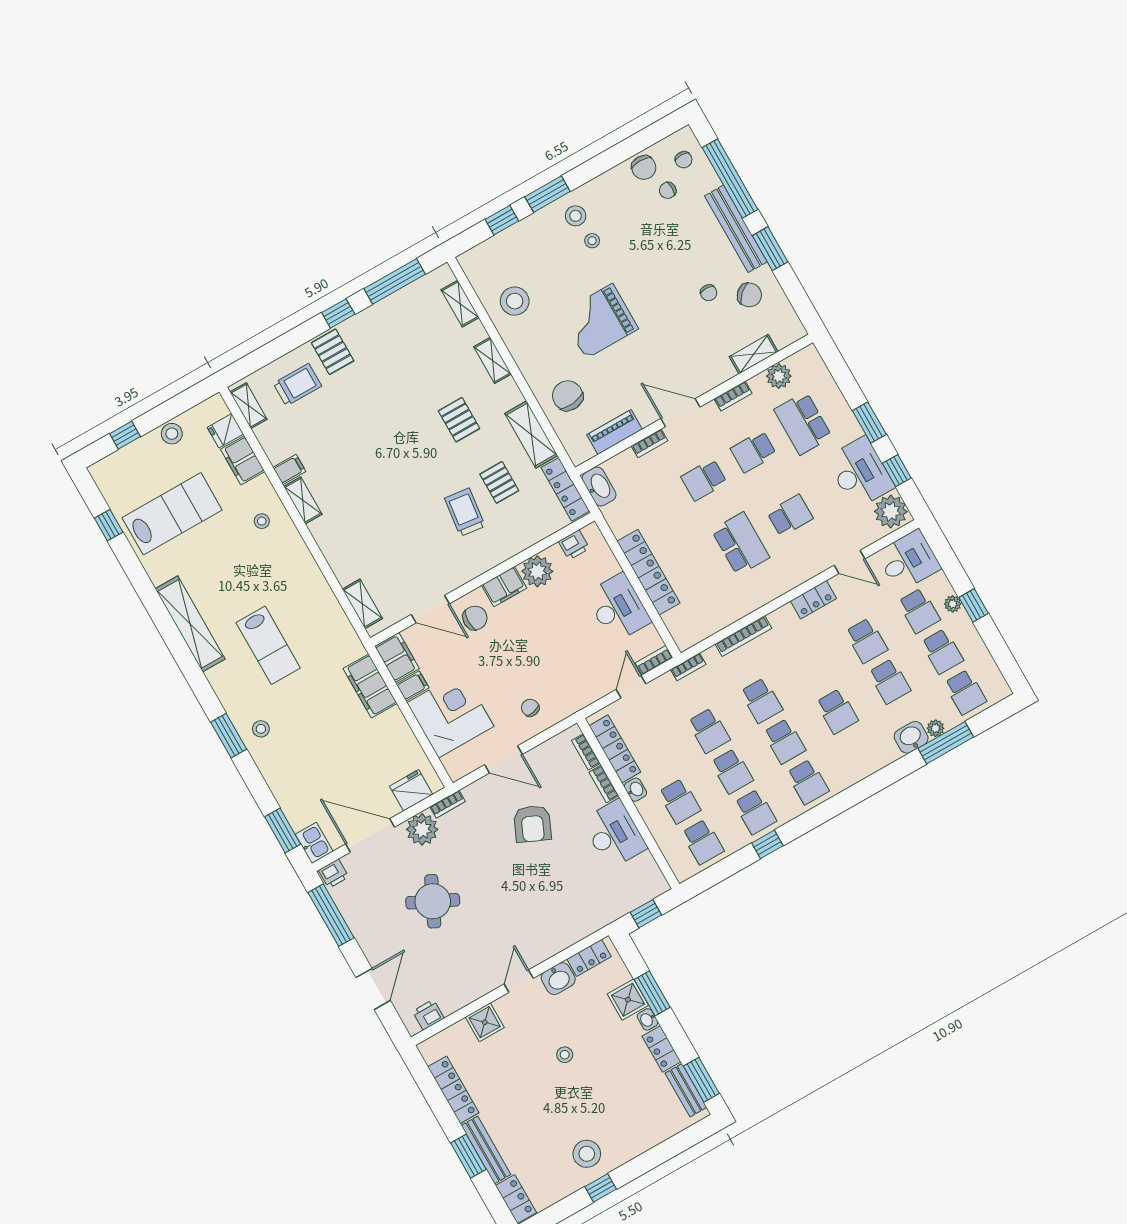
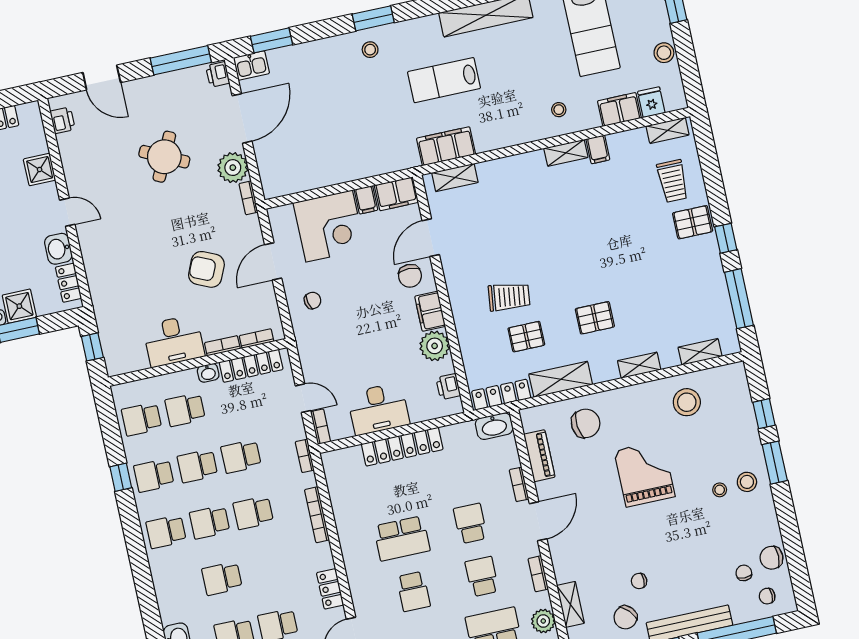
filing cabinet: (370, 686) -> (446, 146), moved
fridge: (411, 790) -> (271, 169), removed

